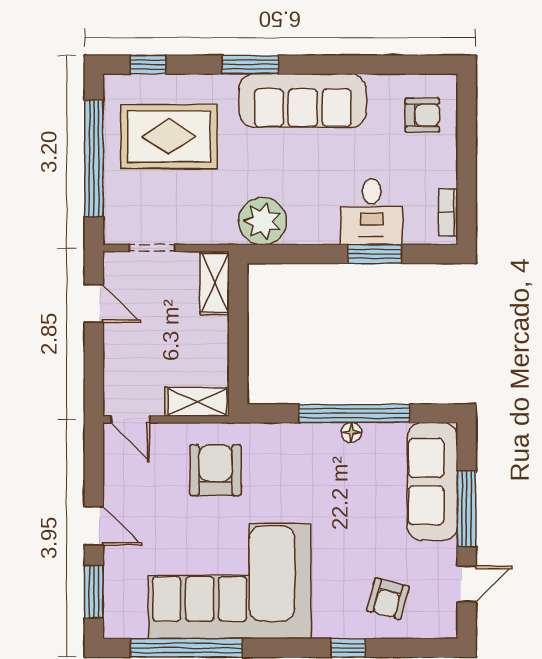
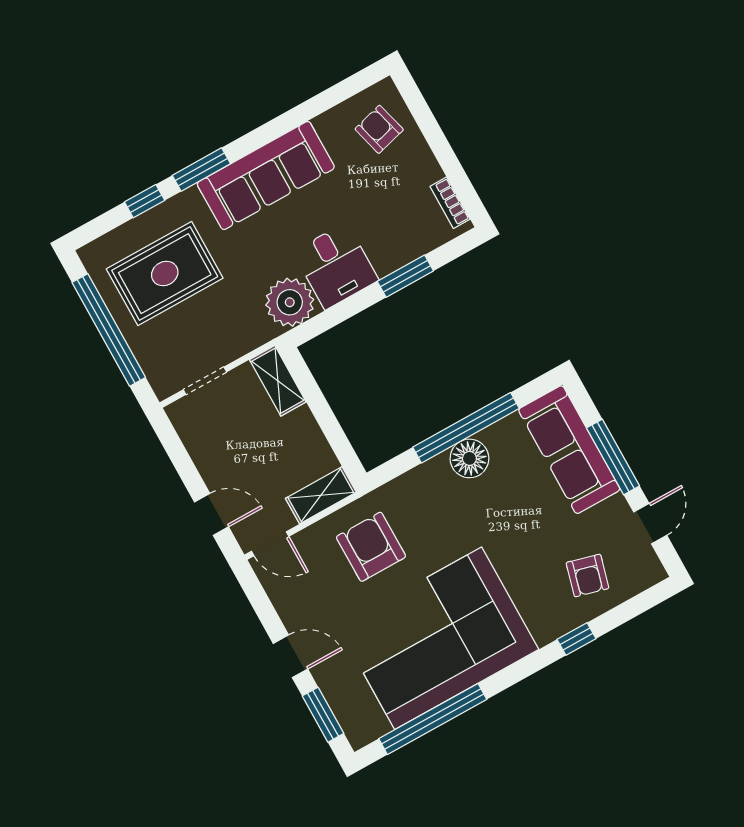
window: (148, 65) -> (145, 201), moved
armchair: (422, 115) -> (379, 129), turned -105
desk: (372, 212) -> (336, 266), moved
door: (94, 304) -> (211, 514), moved
floor lamp: (351, 432) -> (469, 458), width x1.89, depth x1.89

